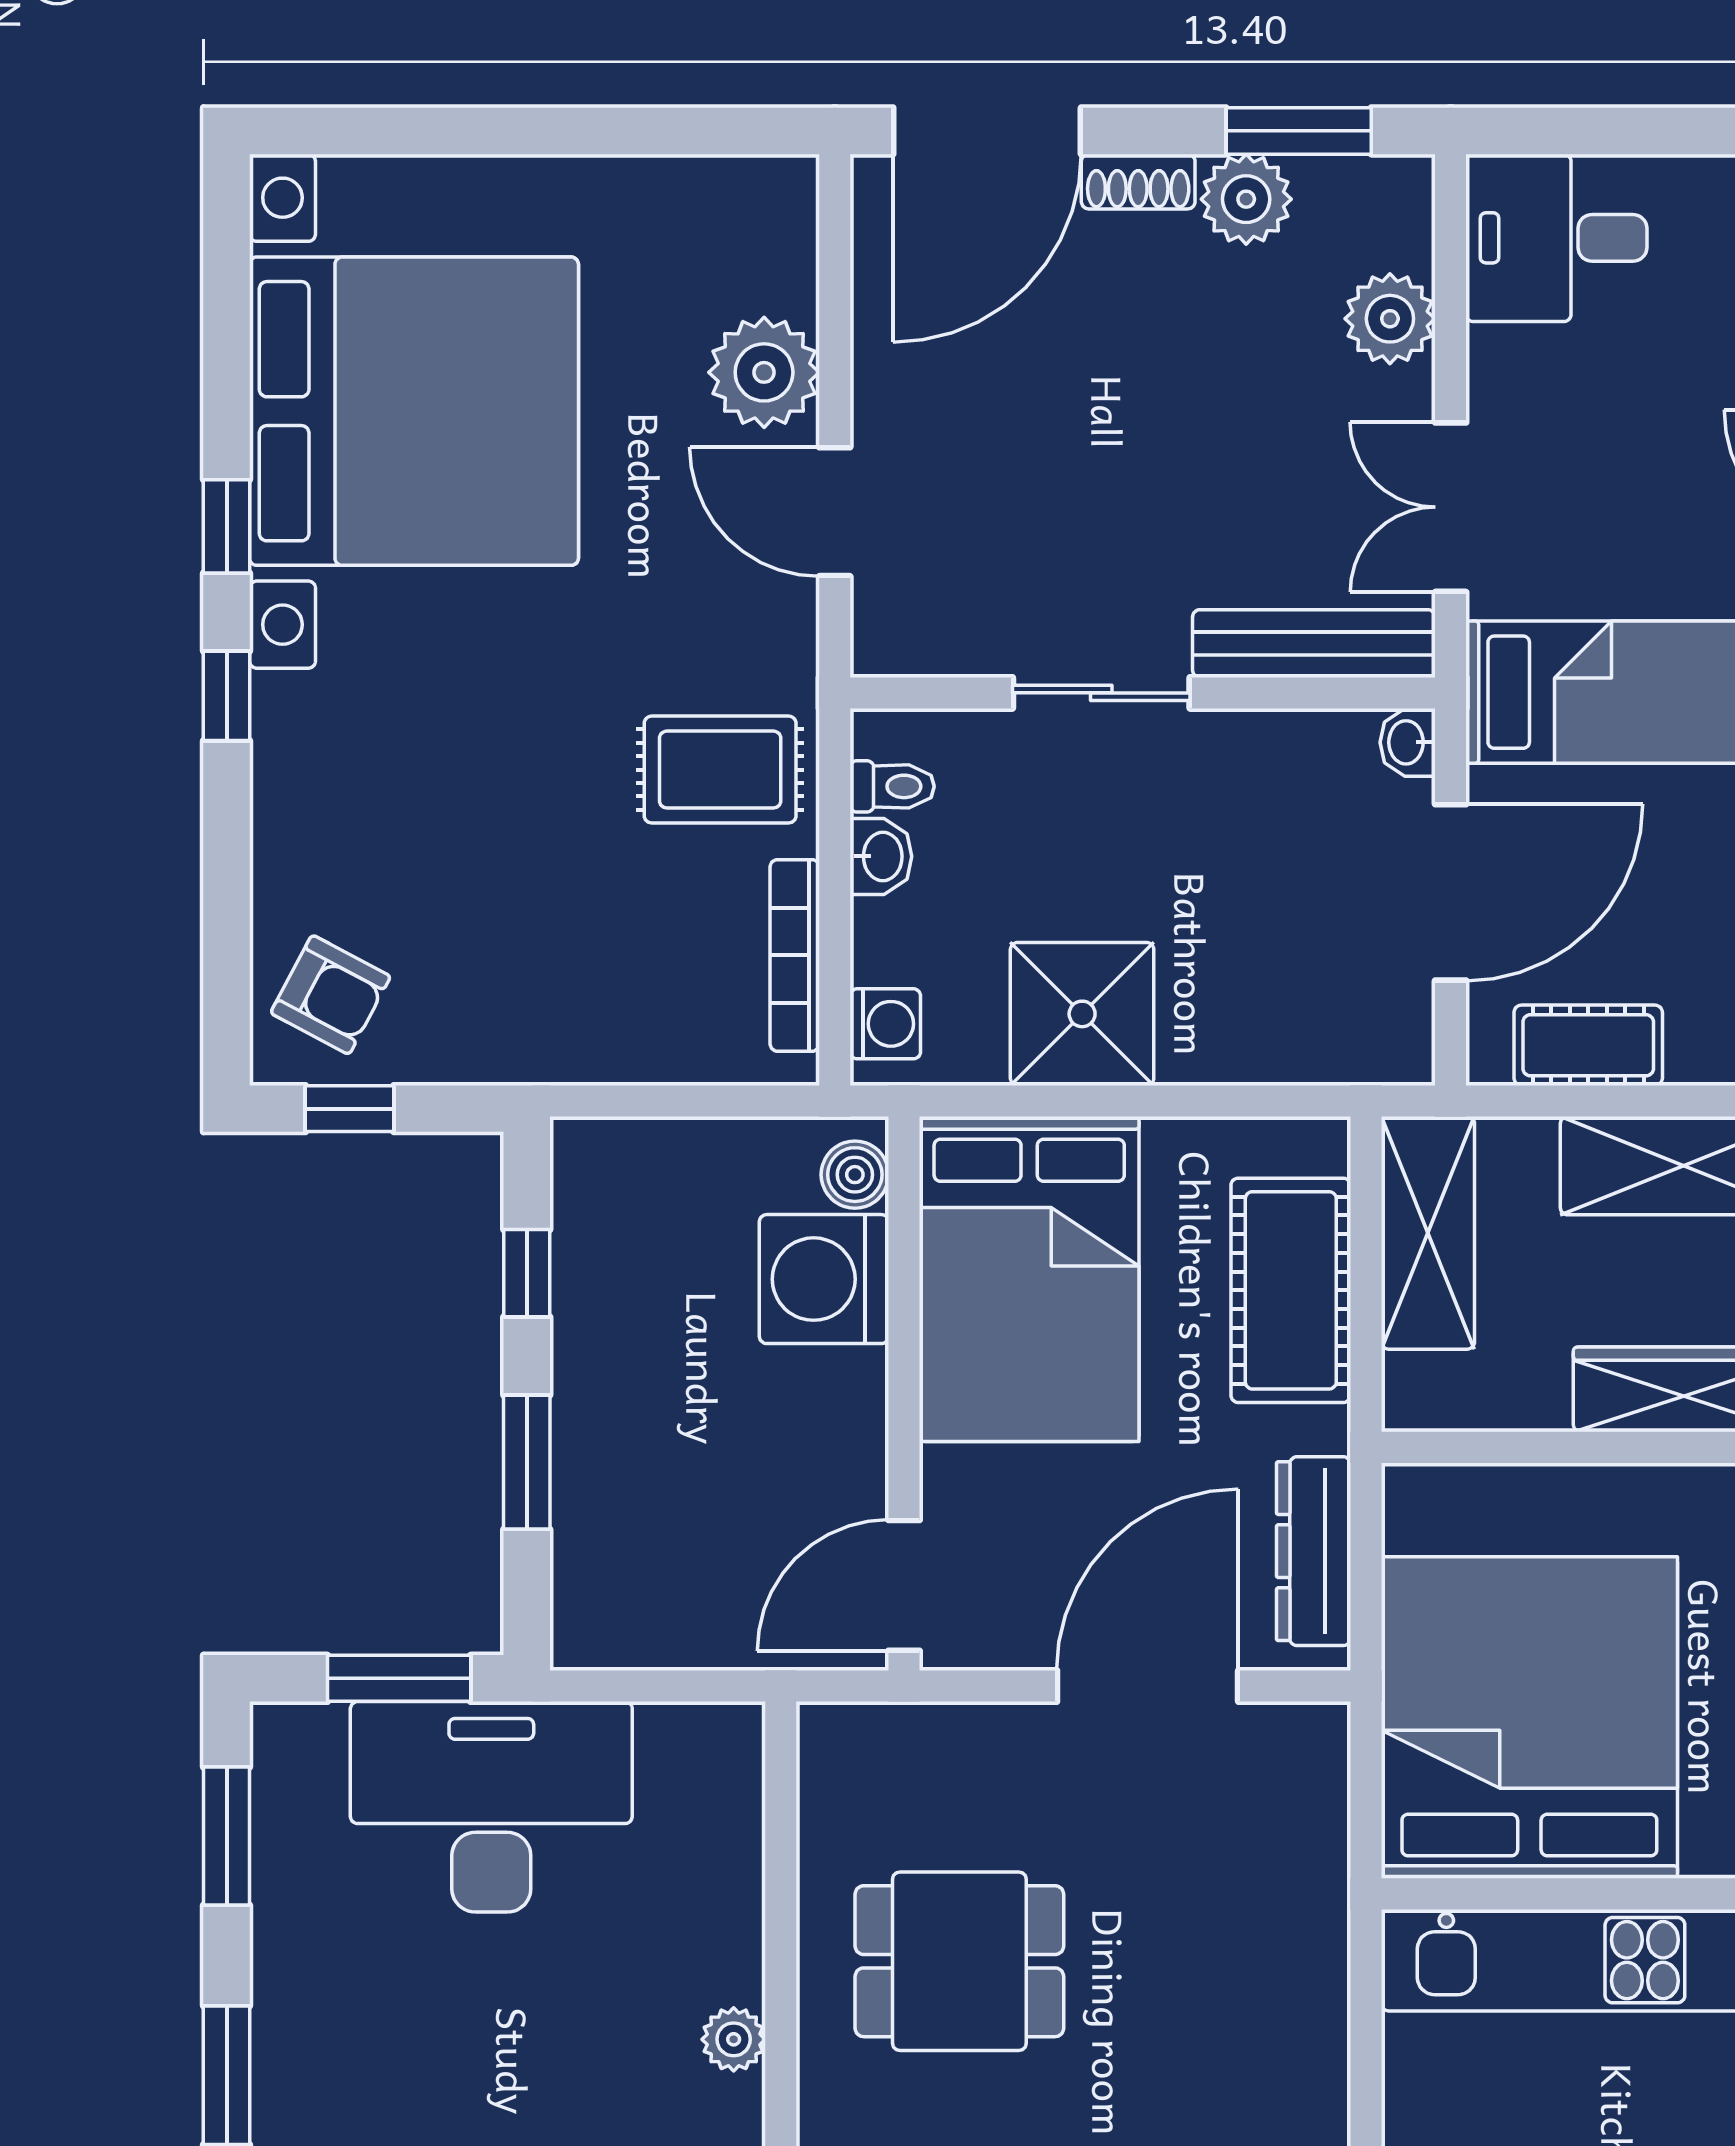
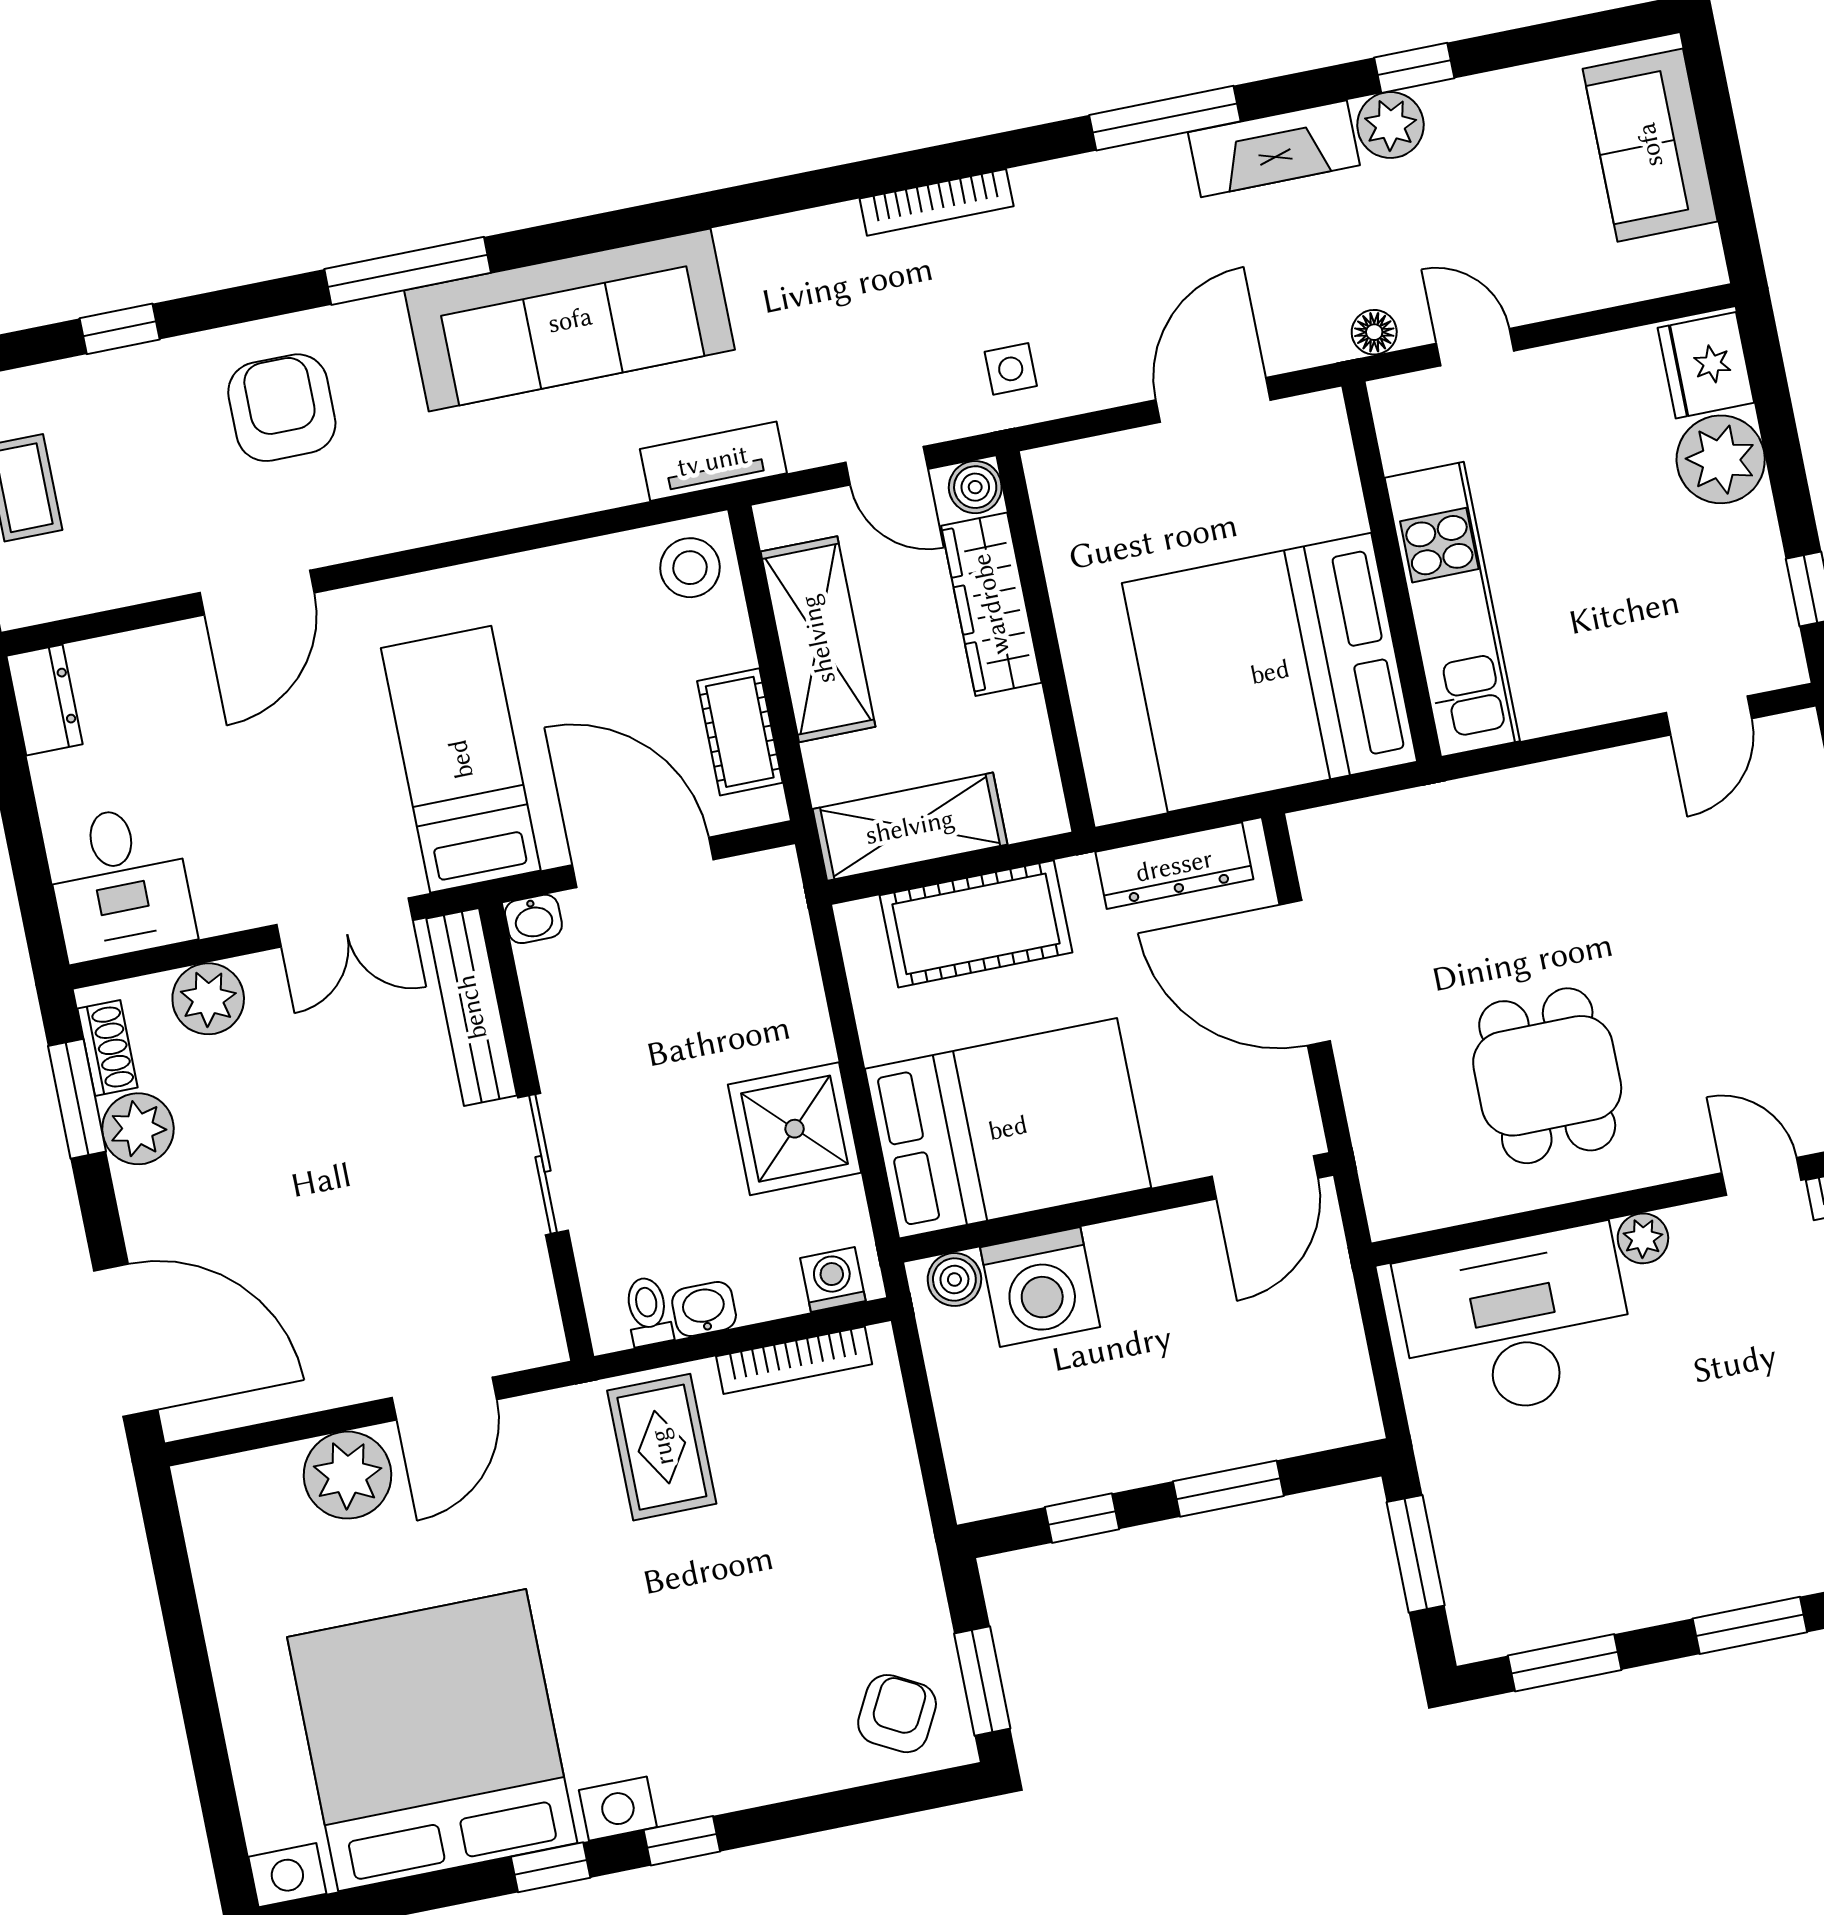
shoe rack: (1138, 182) -> (108, 1048), moved
window: (350, 1109) -> (982, 1681), width x1.50
door: (904, 1585) -> (1265, 1177), hinge flipped
desk: (491, 1807) -> (1516, 1323), moved, turned 90

